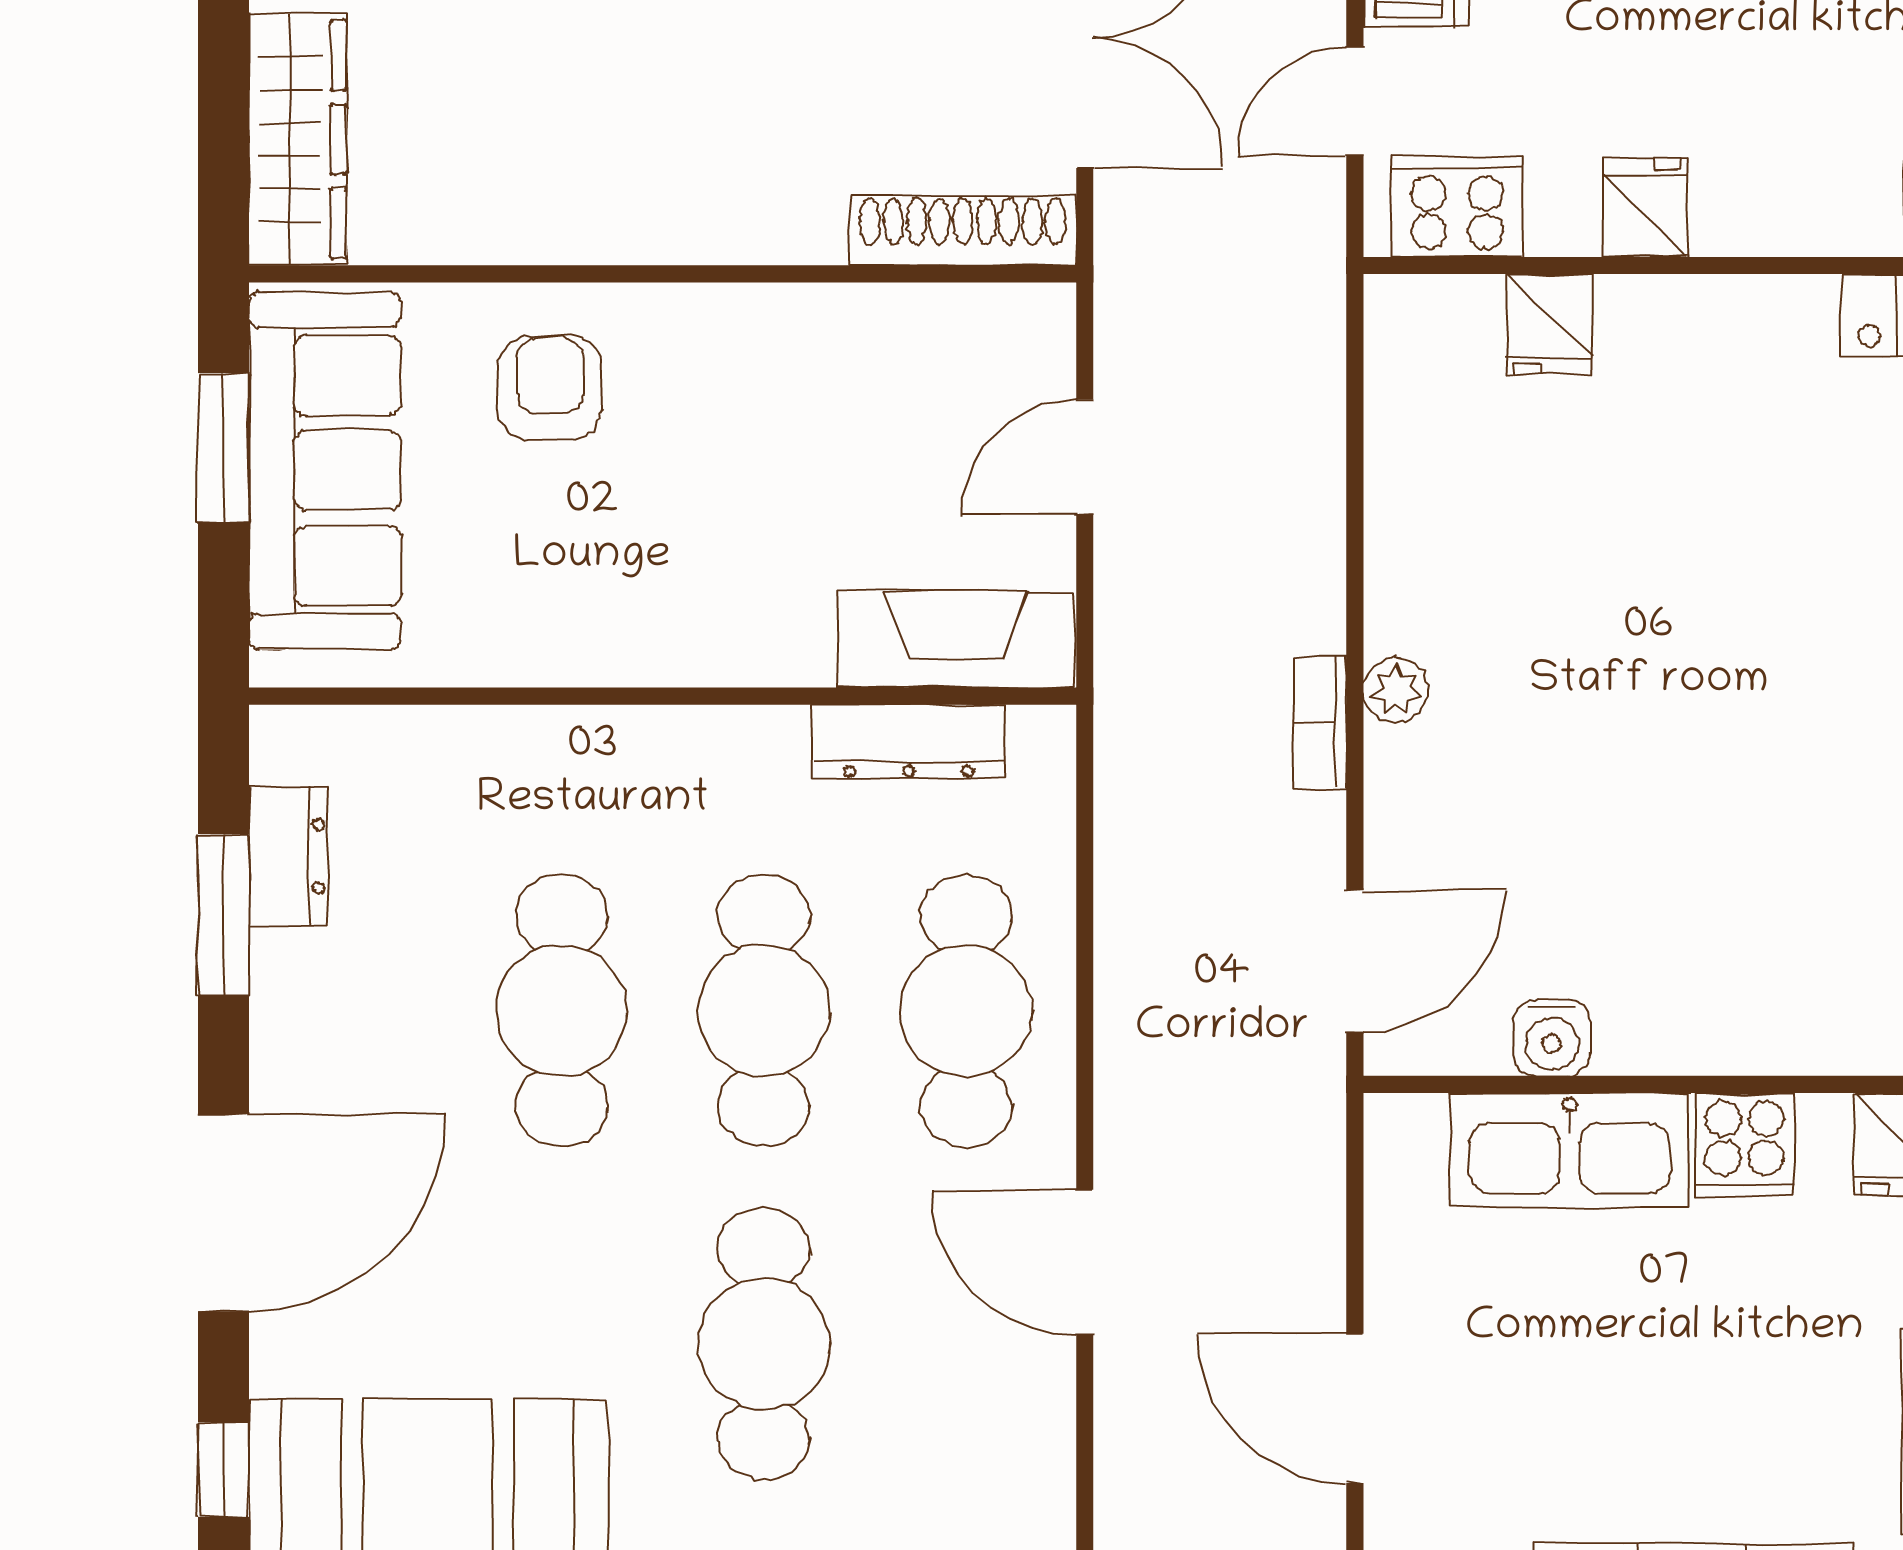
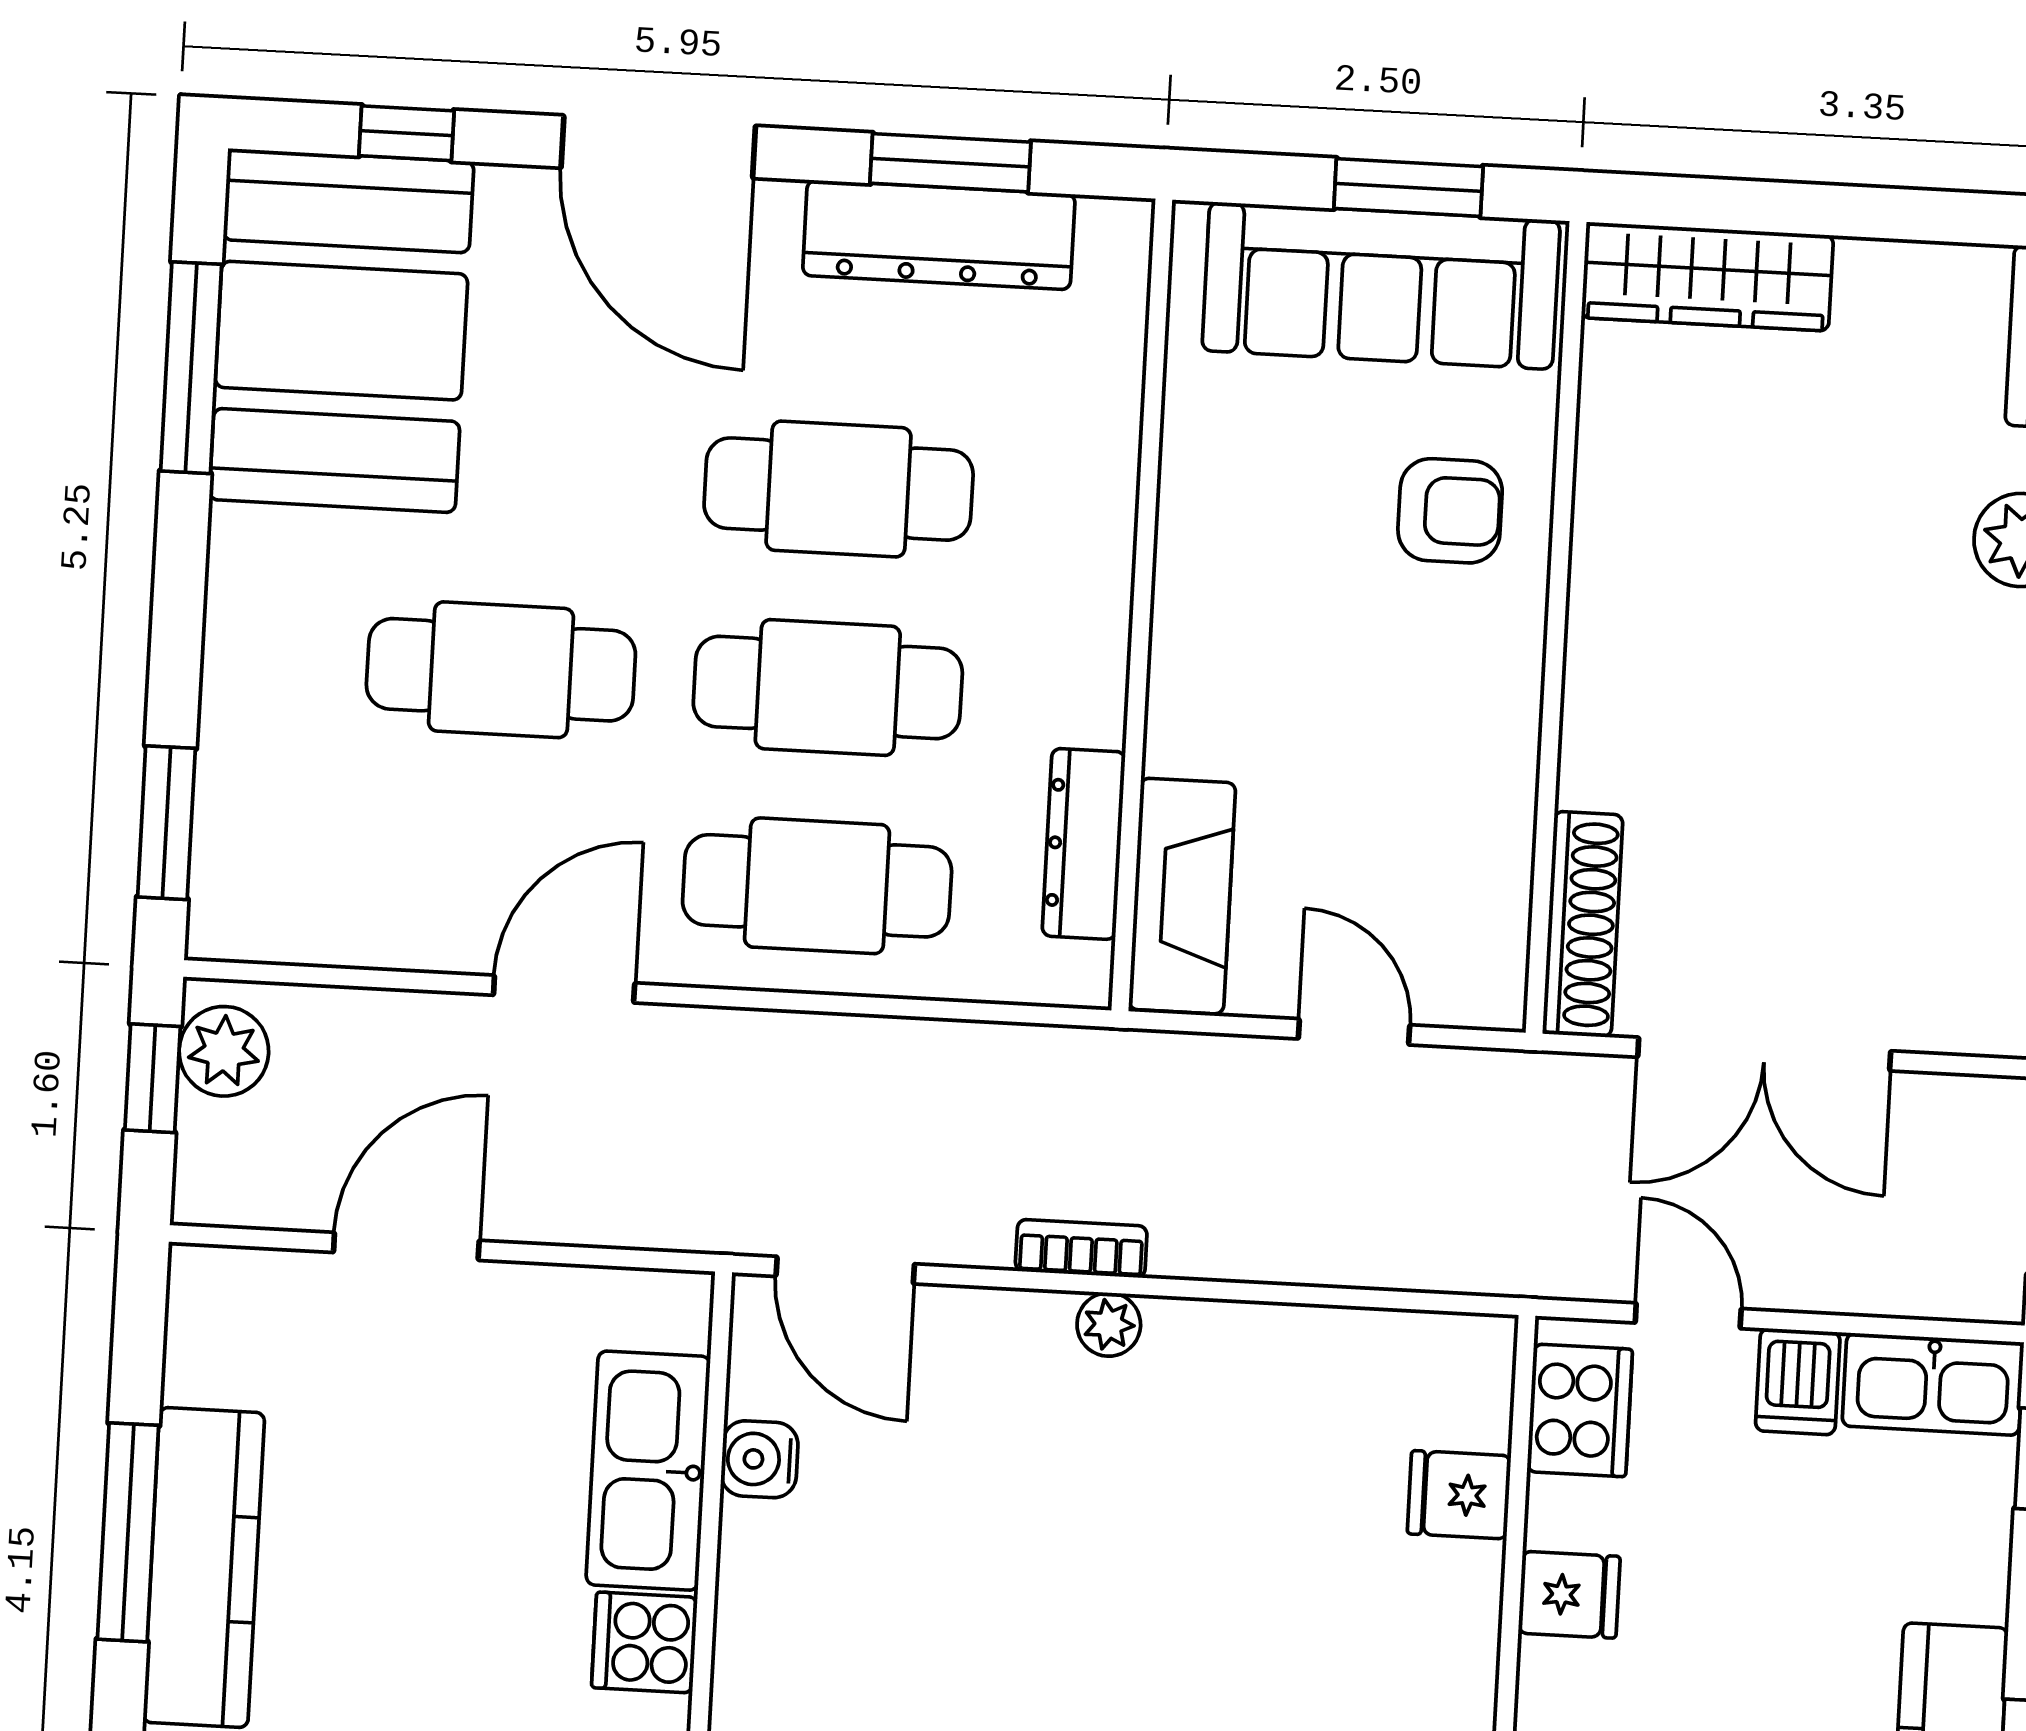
dresser: (288, 856) -> (939, 235), width x1.96, depth x1.24

